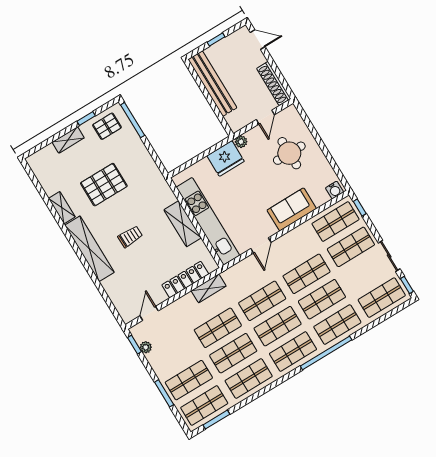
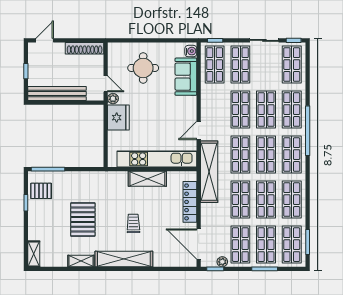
door: (265, 117) -> (106, 84), moved
pallet: (107, 126) -> (41, 191), turned 90
shelving: (68, 140) -> (34, 254), moved
sofa: (292, 209) -> (186, 77), moved
door: (261, 245) -> (199, 131), swing flipped
shelving: (209, 288) -> (209, 172), width x2.20, depth x1.33
door: (149, 313) -> (199, 244), width x1.88
shop shelf: (173, 355) -> (240, 245), added

